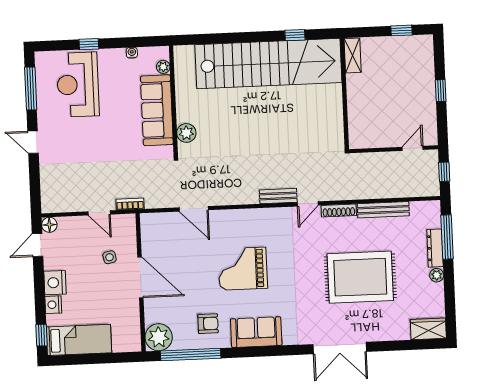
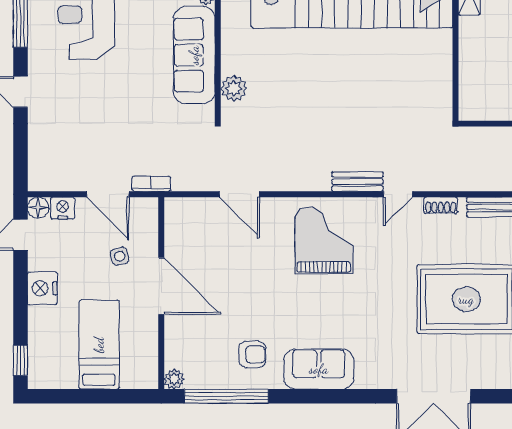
shoe rack: (339, 210) -> (441, 205), width x0.70
door: (99, 213) -> (108, 194), width x1.38
grand piano: (243, 269) -> (324, 240), moved, turned 90
nightstand: (53, 305) -> (63, 208), moved, turned 90
plant: (159, 337) -> (174, 379), width x0.53, depth x0.53
bed: (79, 340) -> (99, 345), moved, turned -90

